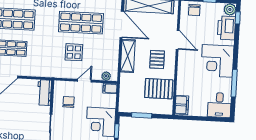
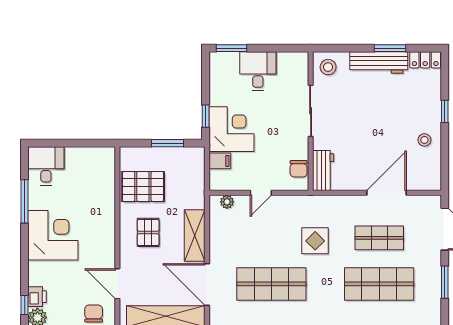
printer: (226, 28) -> (37, 297), width x0.53, depth x0.68
door: (178, 40) -> (117, 284), moved
display table: (74, 52) -> (315, 241), moved
filing cabinet: (110, 88) -> (220, 161), moved
chair: (69, 102) -> (299, 169), moved
filing cabinet: (182, 105) -> (105, 163), removed

